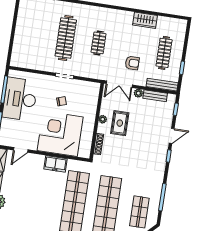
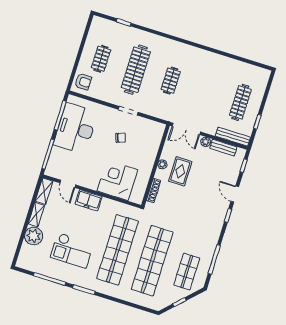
wardrobe: (145, 20) -> (225, 64), removed
clothes rail: (33, 33) -> (101, 59), added
armchair: (132, 63) -> (83, 82), moved
corner desk: (60, 134) -> (117, 180), width x0.74, depth x0.74
door: (172, 136) -> (235, 194), swing flipped
door: (21, 150) -> (68, 184), hinge flipped
freezer: (56, 164) -> (89, 200), moved
checkout: (34, 209) -> (72, 250), added

